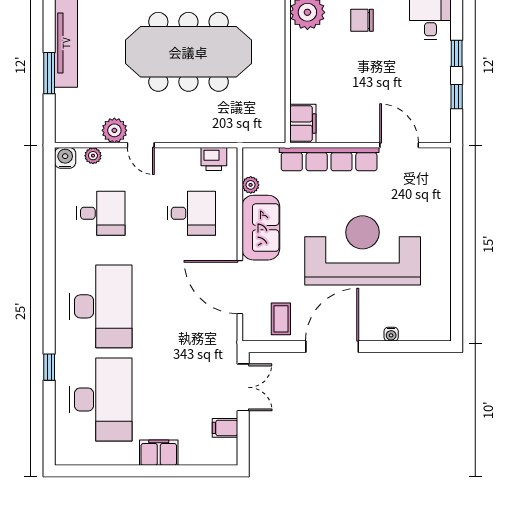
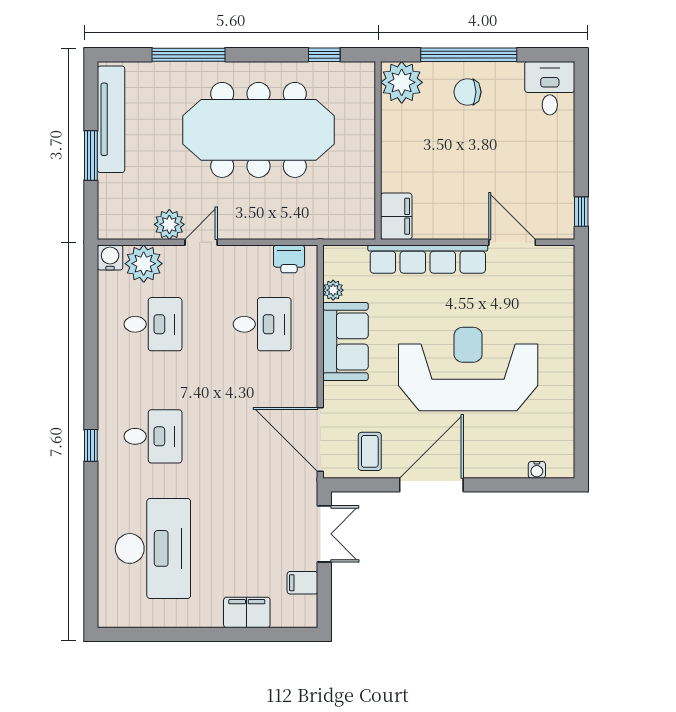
window: (457, 53) -> (581, 132), removed
window: (457, 97) -> (581, 212), moved
door: (141, 145) -> (201, 242), swing flipped
plant: (93, 156) -> (144, 264), width x1.88, depth x1.88
door: (240, 287) -> (320, 440), moved
desk: (101, 306) -> (153, 436), width x0.53, depth x0.77
water cooler: (391, 334) -> (537, 470), moved
window: (49, 367) -> (91, 445), moved
filing cabinet: (159, 453) -> (247, 612), moved

